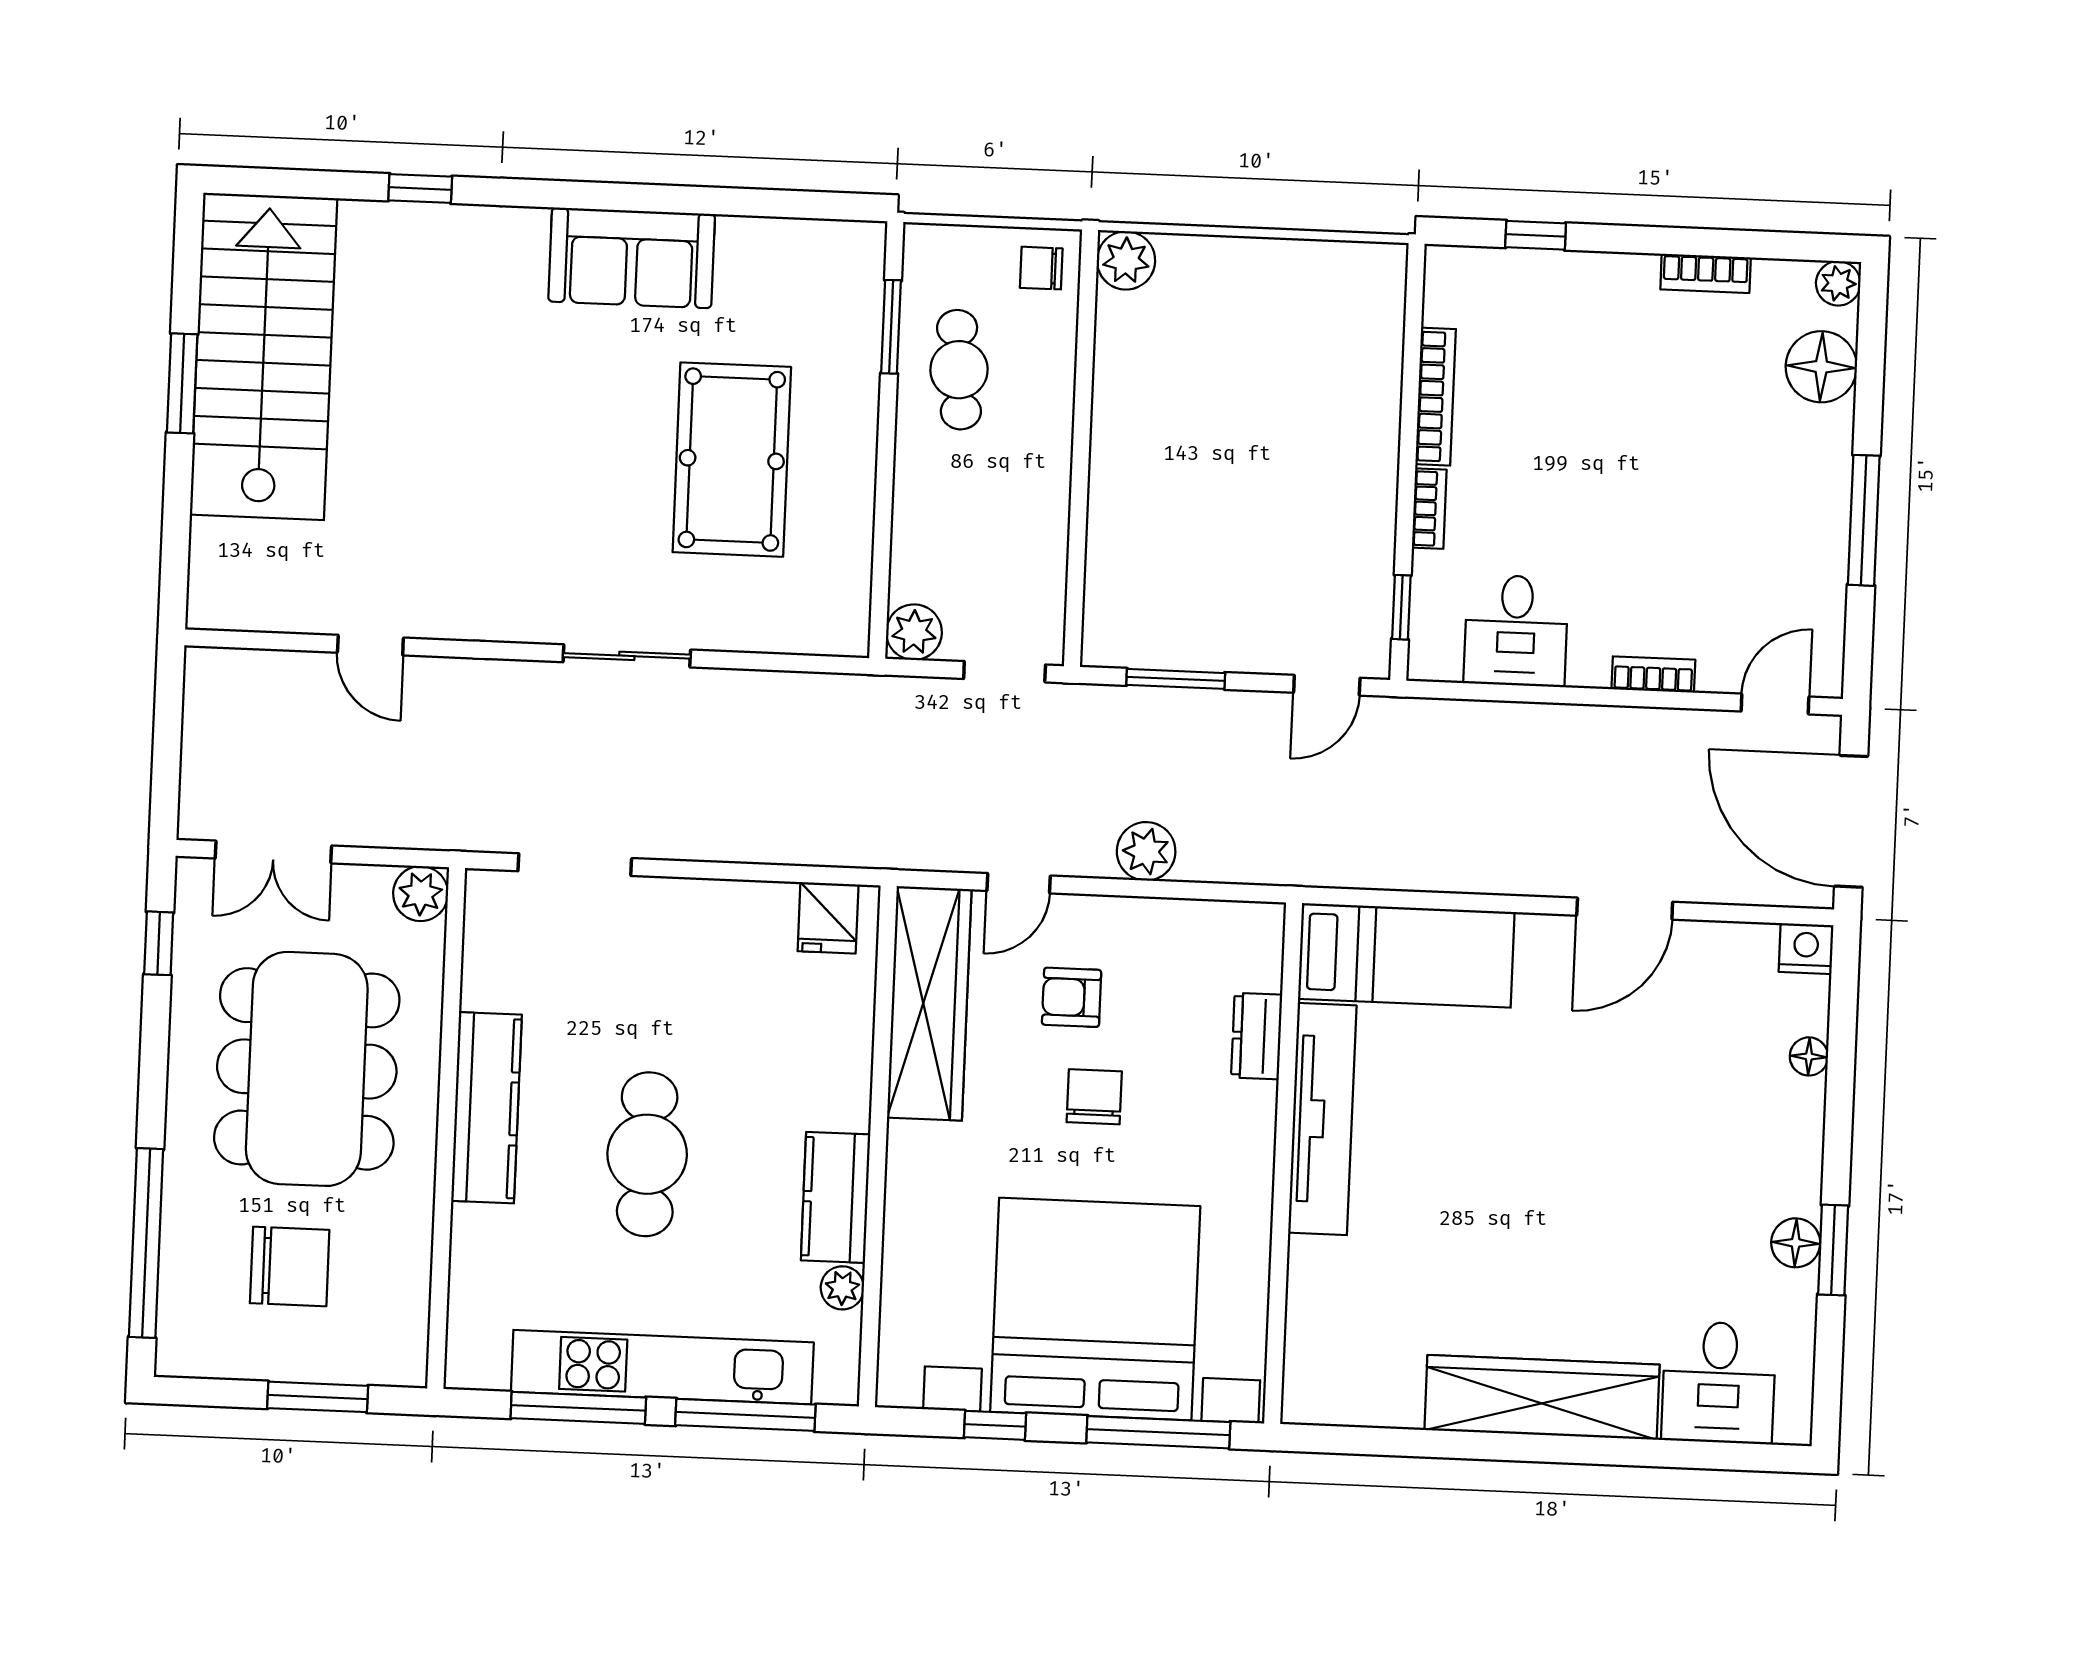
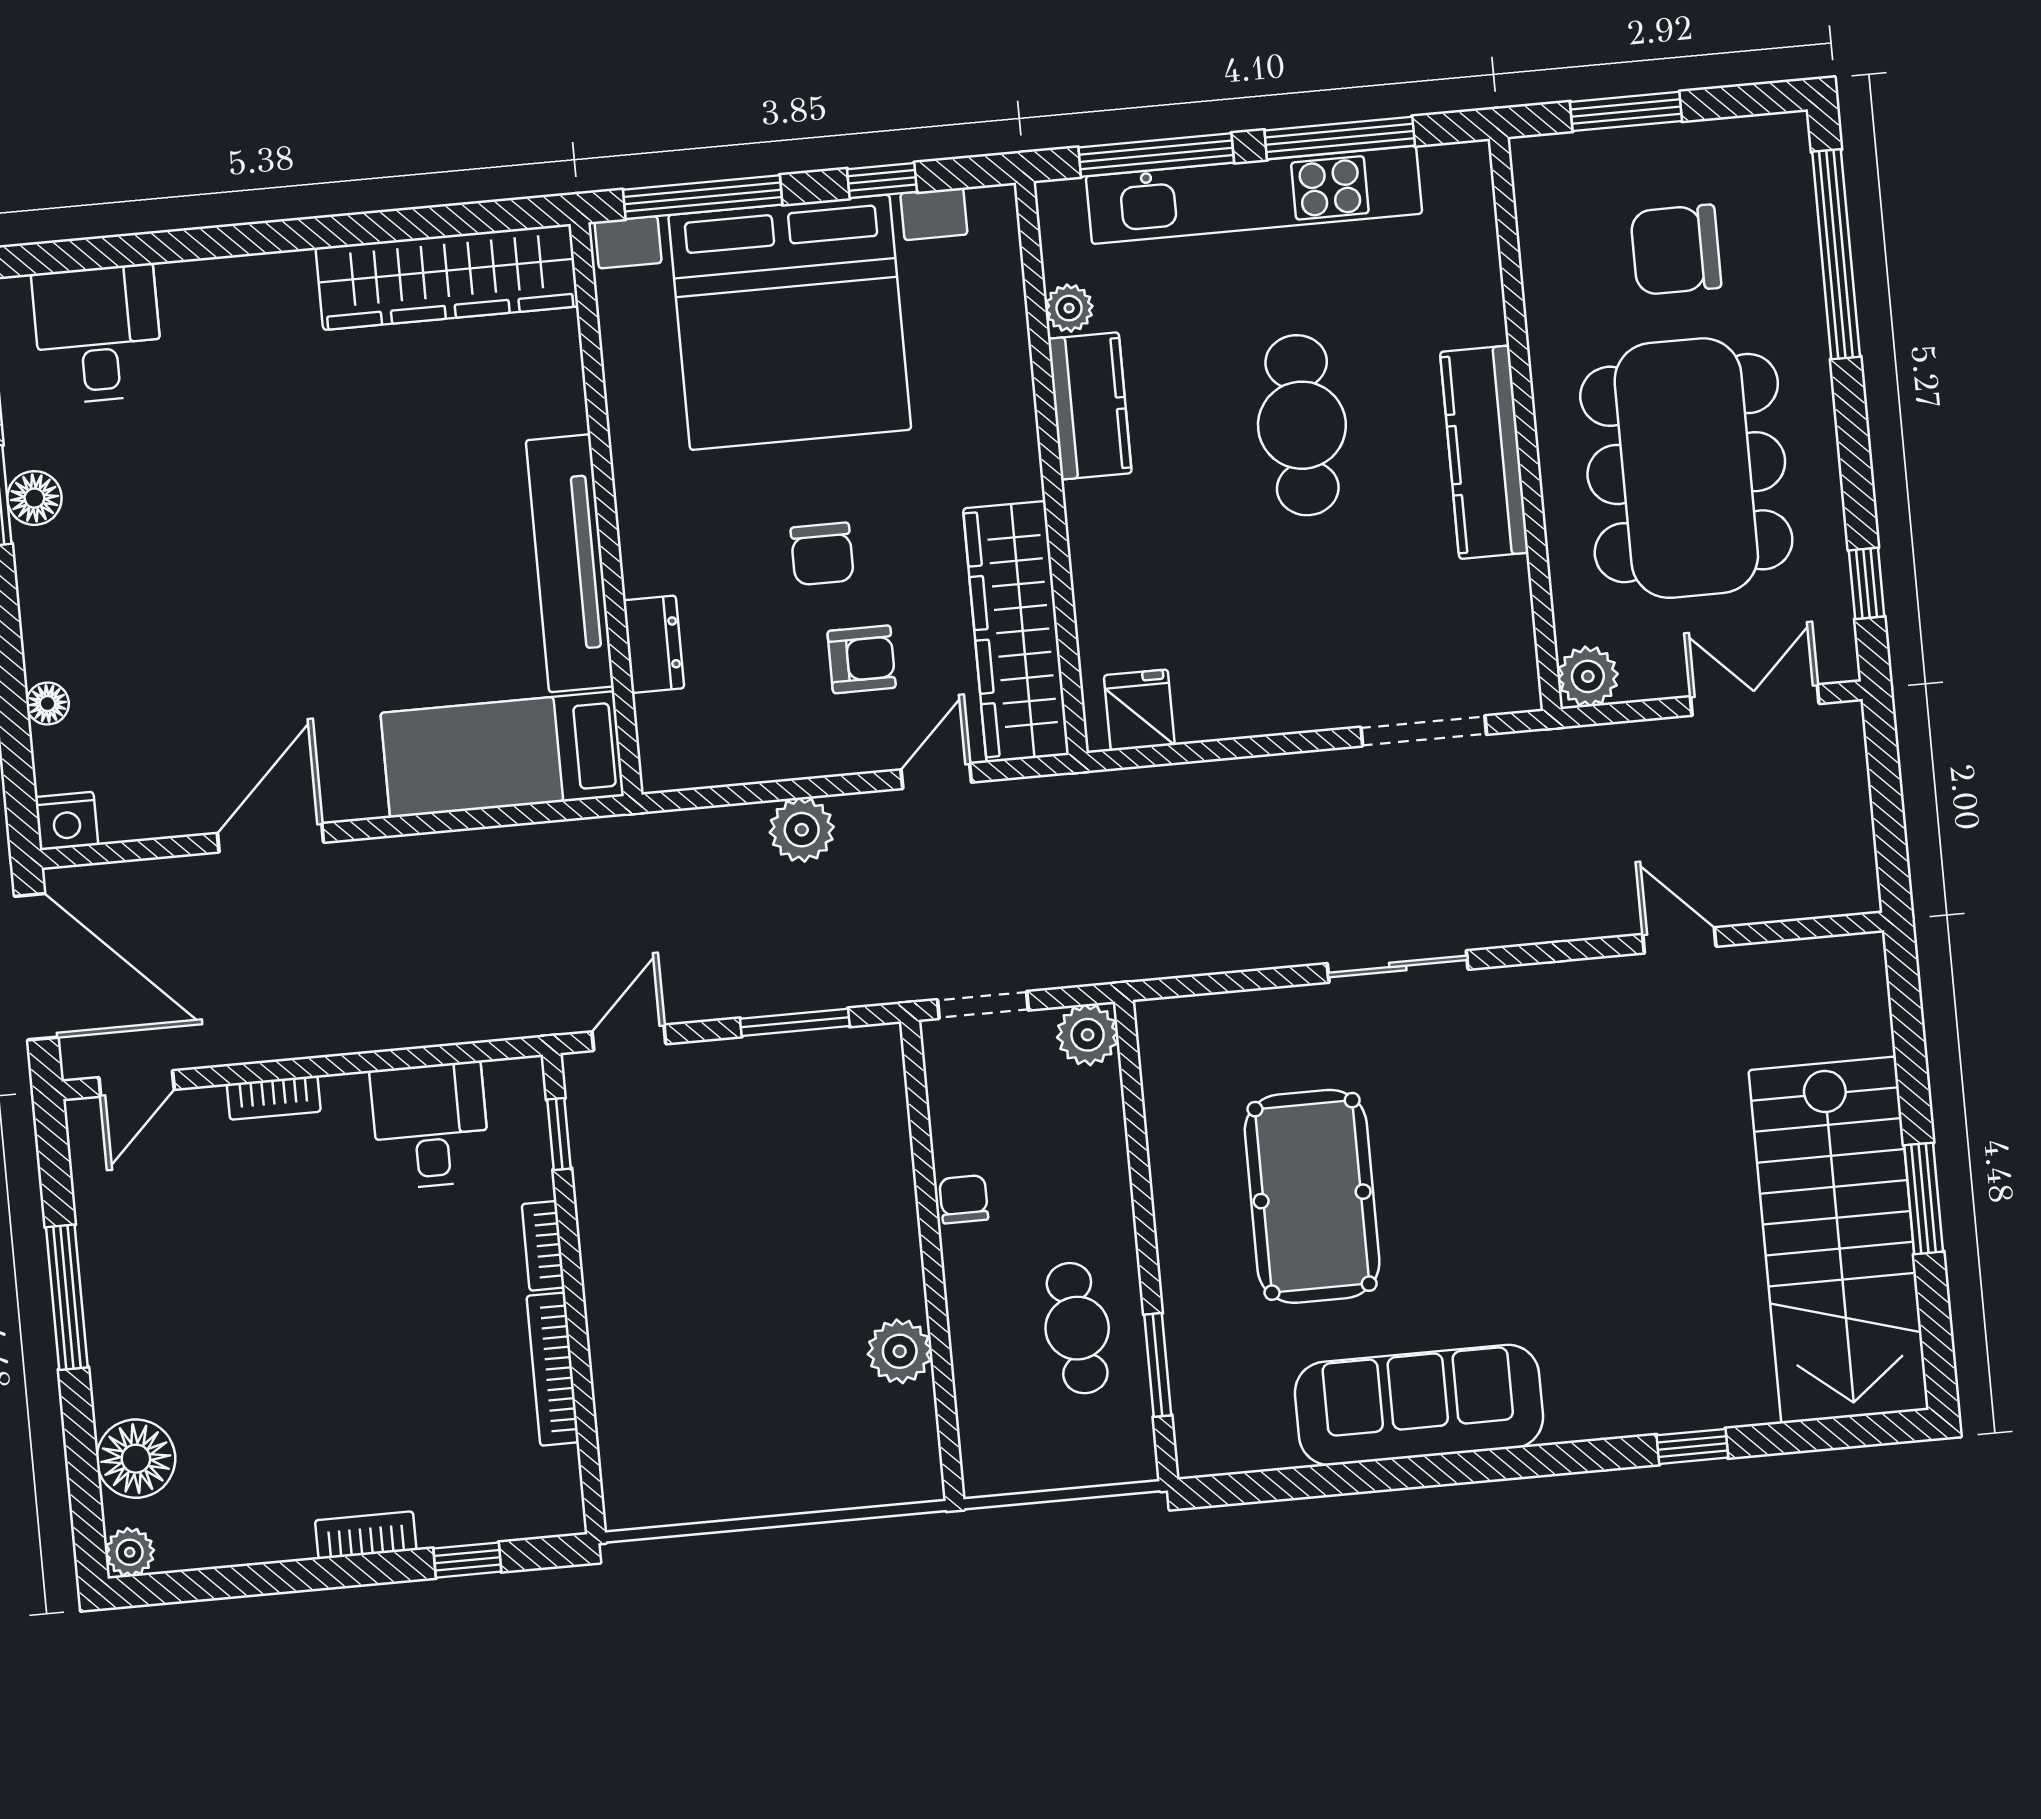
sofa: (632, 258) -> (1419, 1405), width x1.36
plant: (1126, 260) -> (900, 1351), moved
chair: (1041, 268) -> (964, 1199), moved, turned -90
bookcase: (1706, 273) -> (366, 1535), moved
wardrobe: (1542, 1397) -> (447, 277), moved

